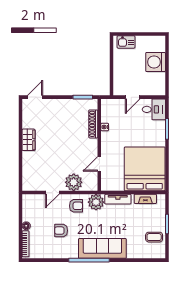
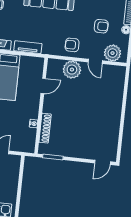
wardrobe: (28, 140) -> (114, 119), removed
door: (52, 193) -> (95, 61), swing flipped
plant: (96, 202) -> (113, 53), moved
armchair: (61, 231) -> (101, 26), moved

